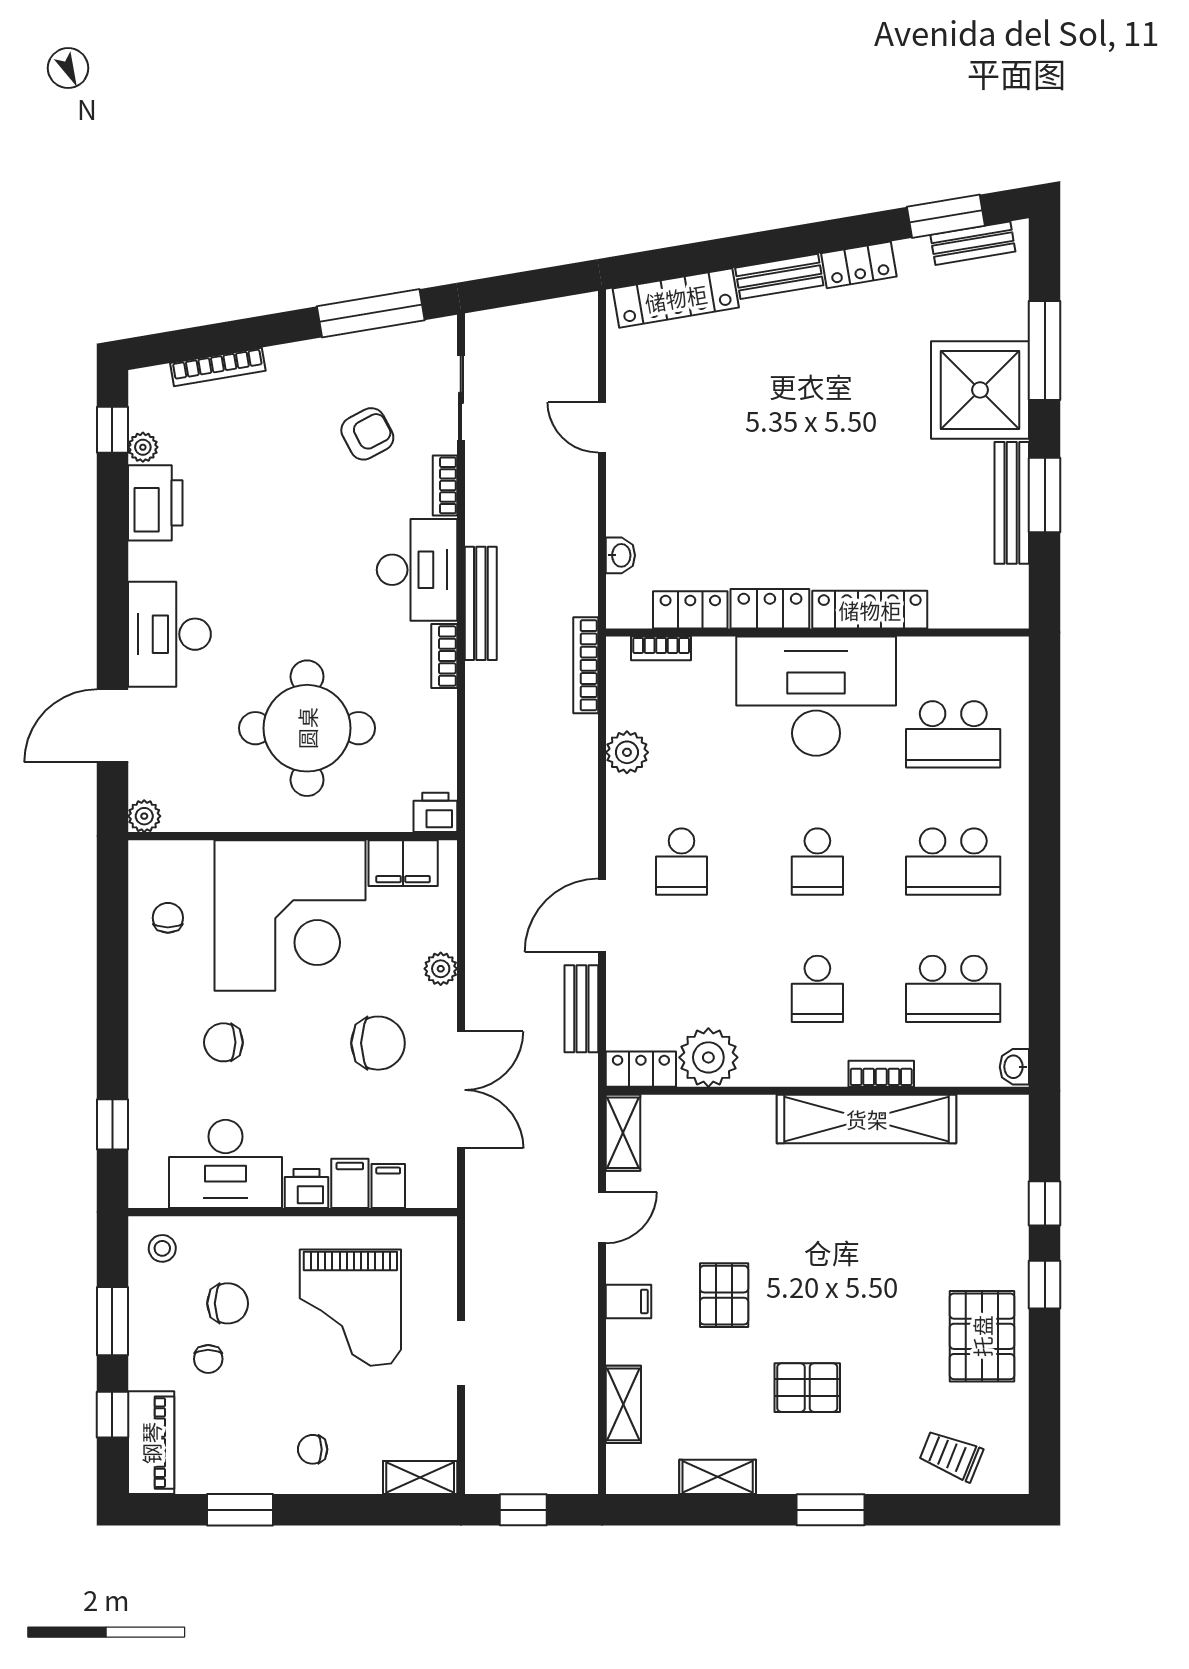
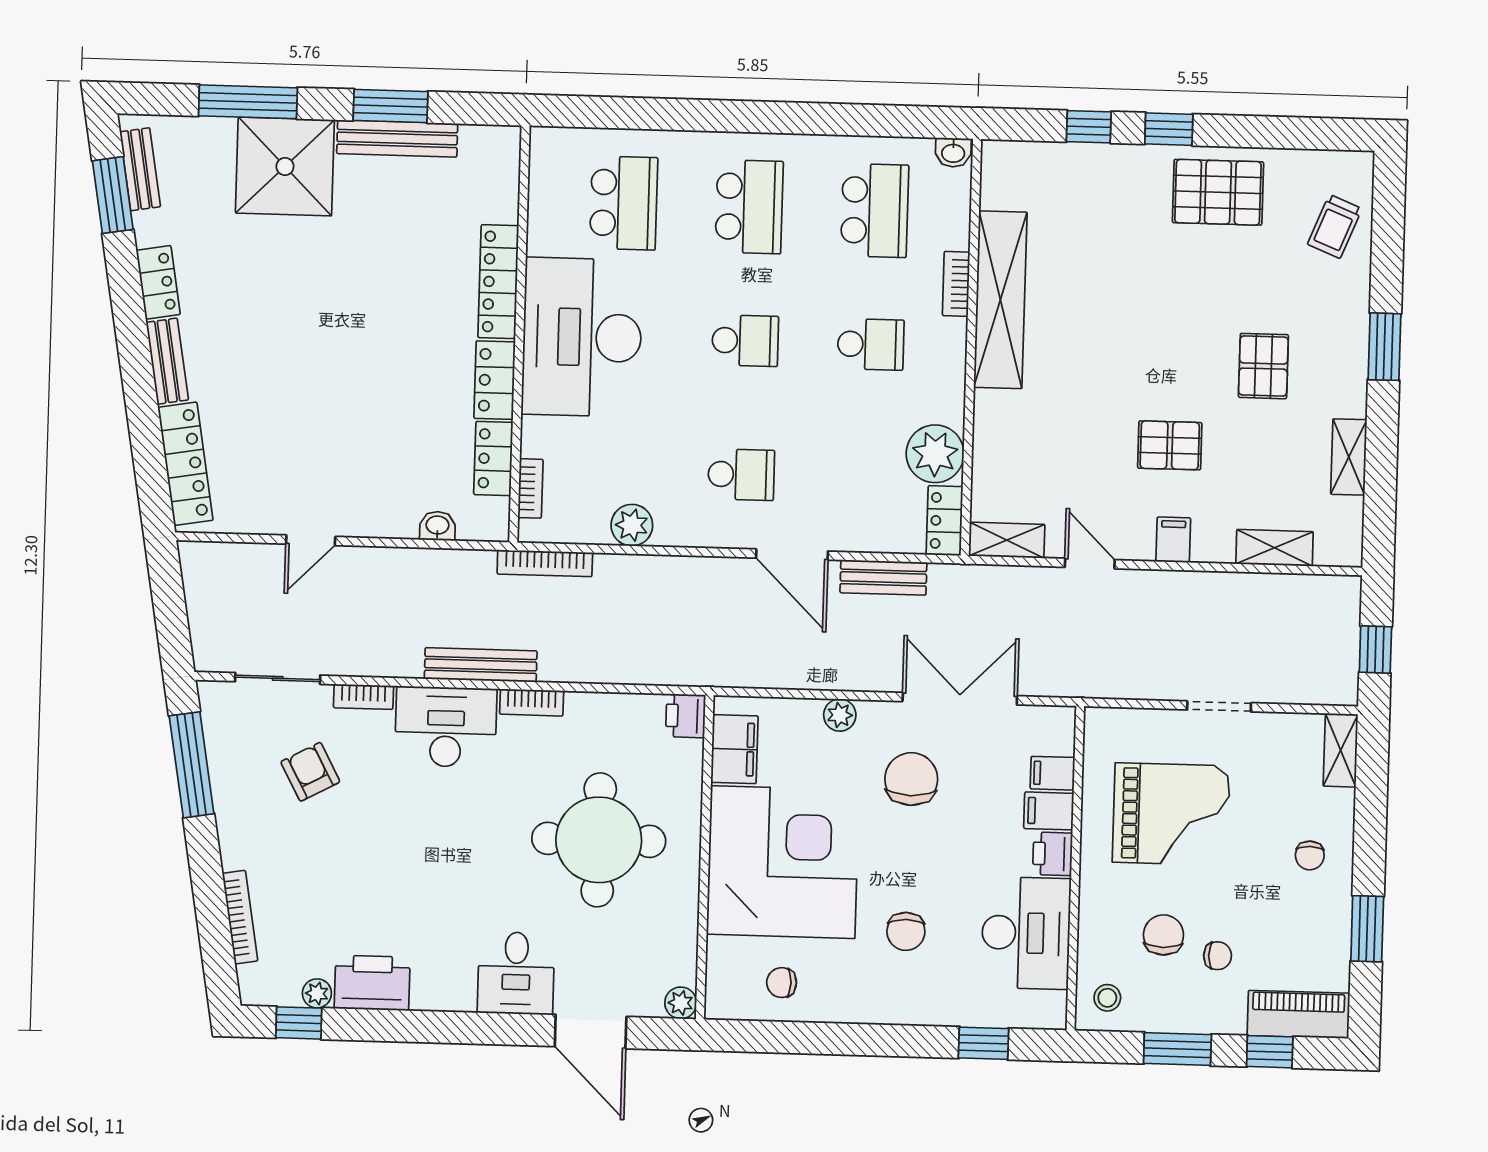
desk: (169, 634) -> (516, 973), width x0.73

